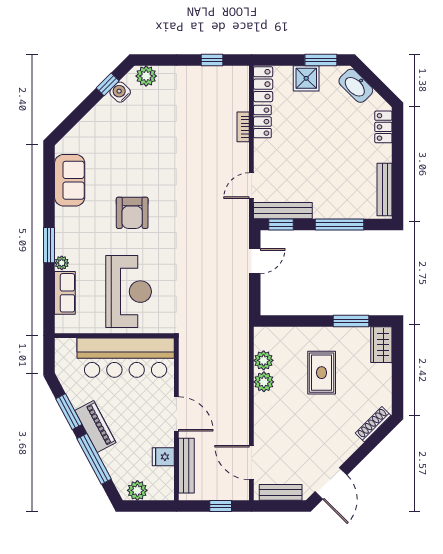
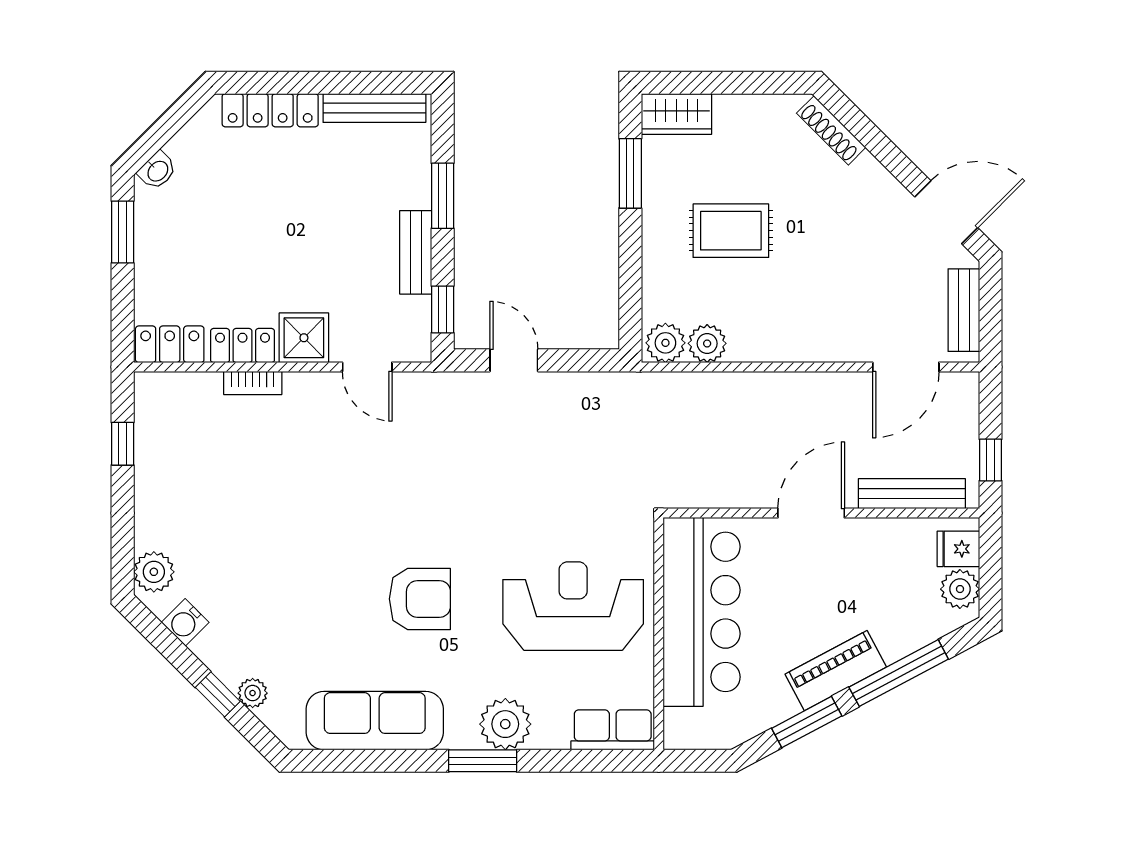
shower: (306, 78) -> (304, 338), moved
window: (108, 84) -> (218, 694), moved
washbasin: (356, 86) -> (157, 171), width x0.52, depth x0.69
plant: (84, 127) -> (253, 693), added
locker: (383, 127) -> (270, 110), width x1.53
sofa: (70, 180) -> (375, 721), width x1.36
bench: (283, 211) -> (416, 252), moved, width x0.73
window: (339, 224) -> (443, 196), width x0.69
plant: (62, 263) -> (505, 724), width x1.88, depth x1.88
row of seats: (65, 293) -> (613, 730), moved
plant: (264, 382) -> (665, 343), moved
fridge: (163, 457) -> (958, 549), moved, turned 90
window: (221, 506) -> (990, 460), moved

